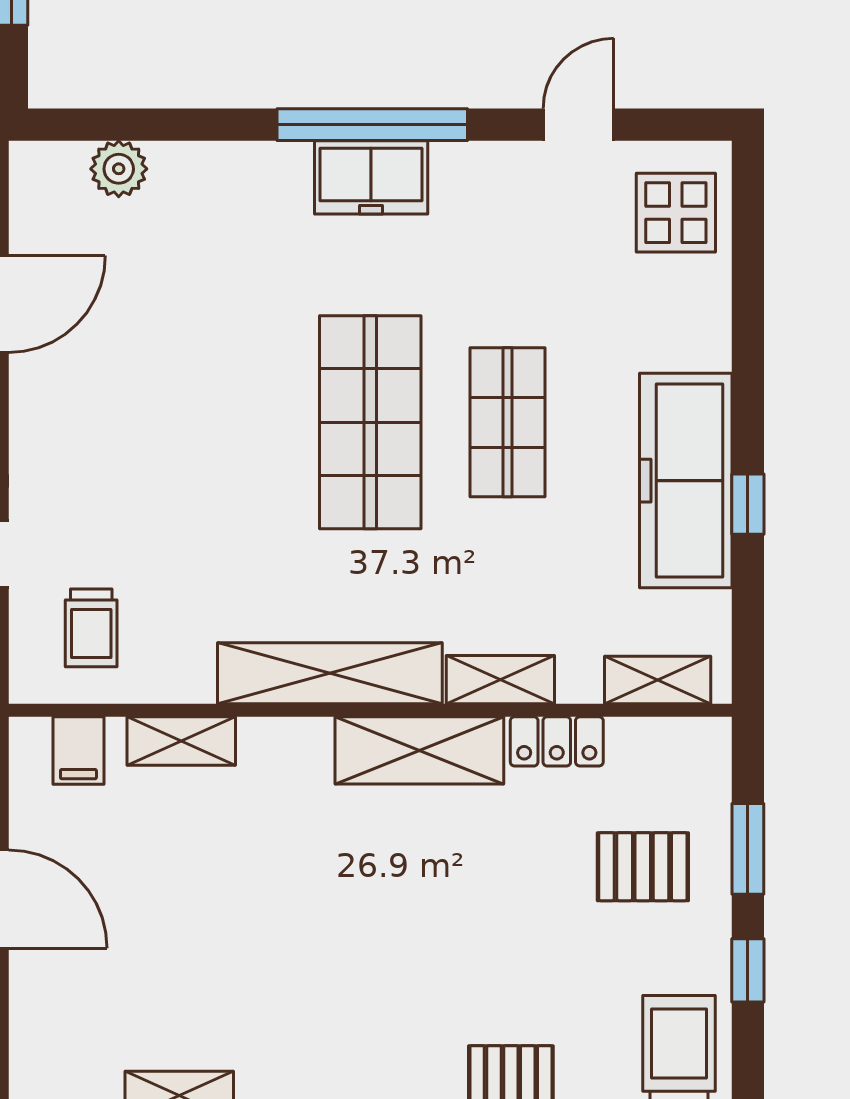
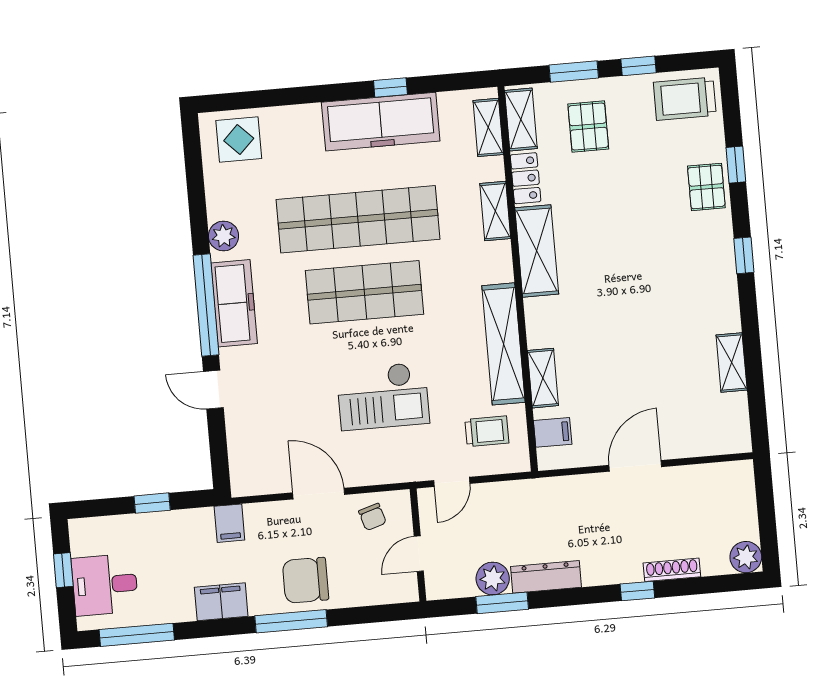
door: (579, 125) -> (213, 390), moved
plant: (119, 169) -> (224, 236), moved
freezer: (371, 177) -> (234, 303), width x1.40
shop shelf: (507, 422) -> (358, 219), width x2.00, depth x1.36
checkout: (174, 440) -> (383, 396), added
shelving: (330, 673) -> (503, 344), moved
shelving: (667, 742) -> (521, 119), added

